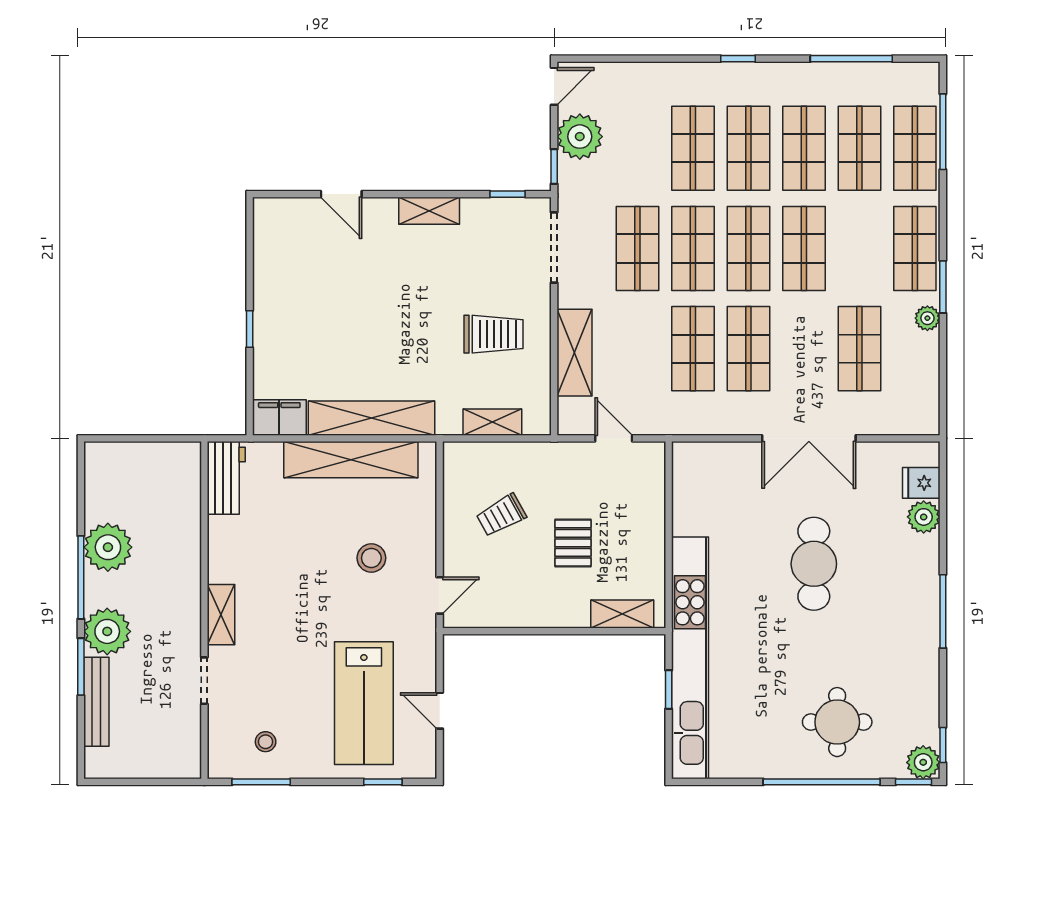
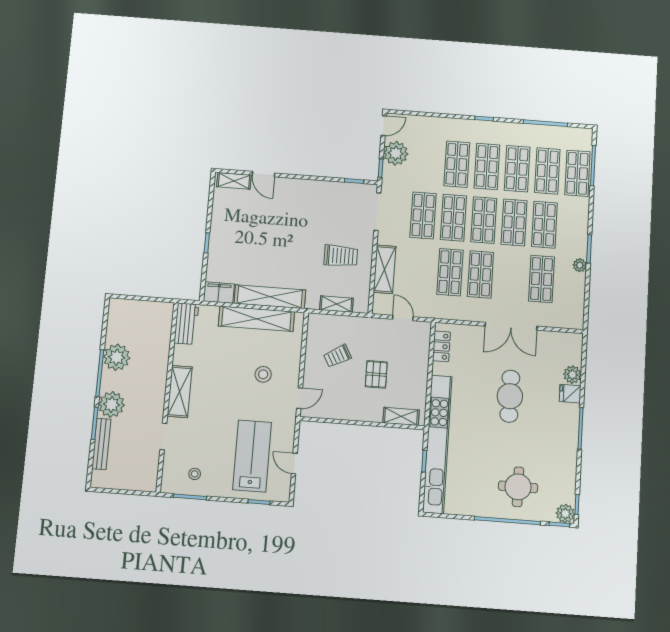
shelving: (429, 211) -> (234, 181), moved
shop shelf: (915, 248) -> (544, 225), moved
fridge: (921, 483) -> (570, 394), moved
locker: (686, 484) -> (441, 346), added
shelving: (221, 615) -> (180, 392), width x1.50, depth x1.33
lab bench: (364, 703) -> (252, 456), turned 180

